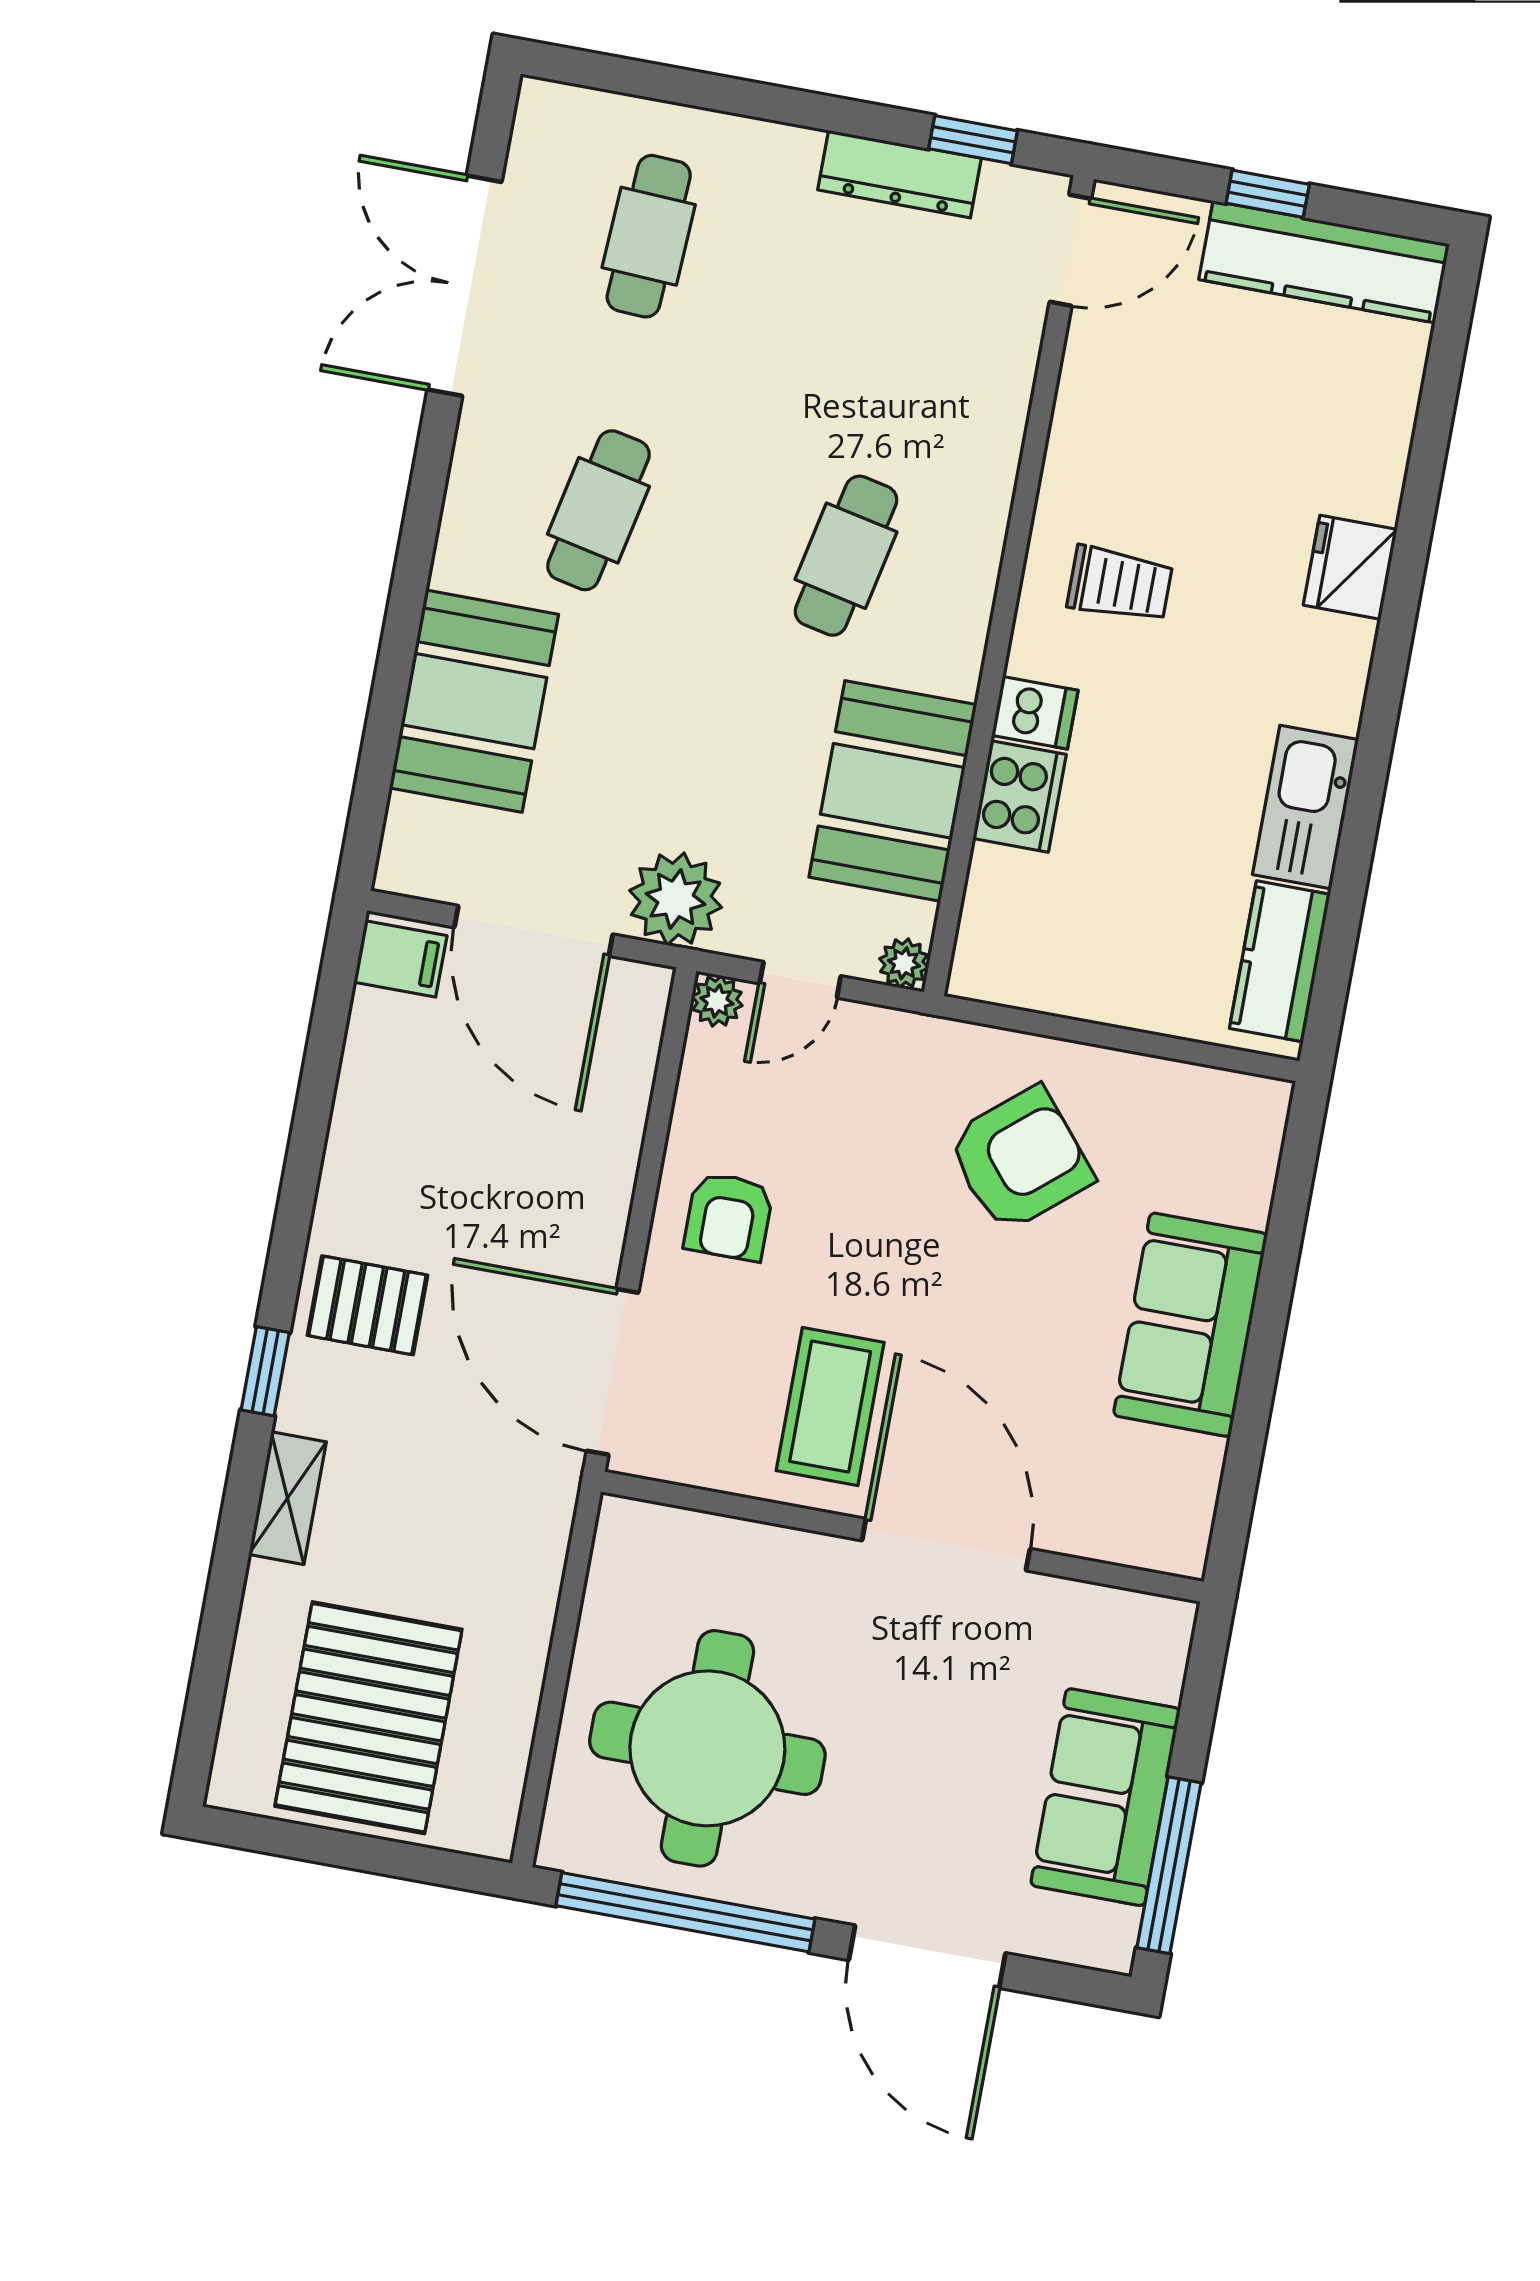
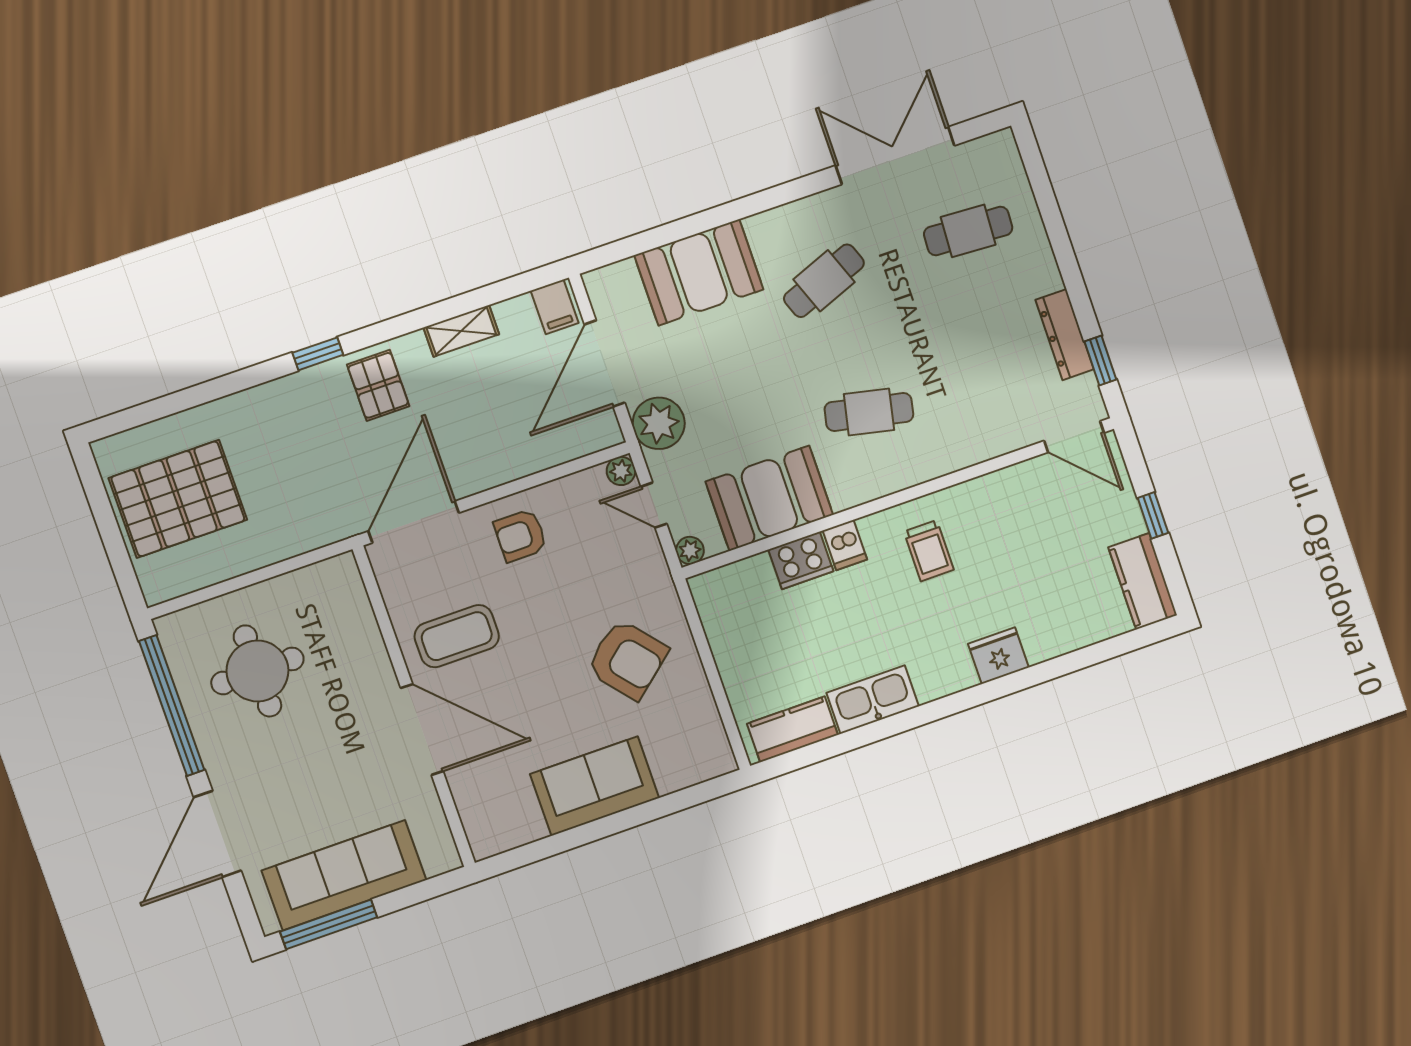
kitchen counter: (1324, 262) -> (1143, 581), width x0.67
cafe table: (598, 510) -> (824, 281), turned -33
shelving: (288, 1498) -> (461, 331), moved
door: (946, 1545) -> (422, 730), hinge flipped
round table: (707, 1748) -> (257, 671), width x0.73, depth x0.73
sofa: (1105, 1797) -> (344, 875), width x1.36

